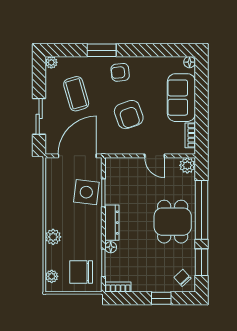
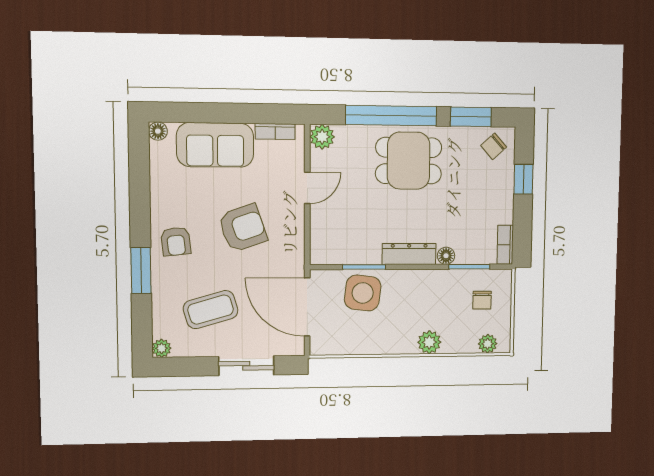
chair: (81, 272) -> (482, 300), width x0.54, depth x0.54

